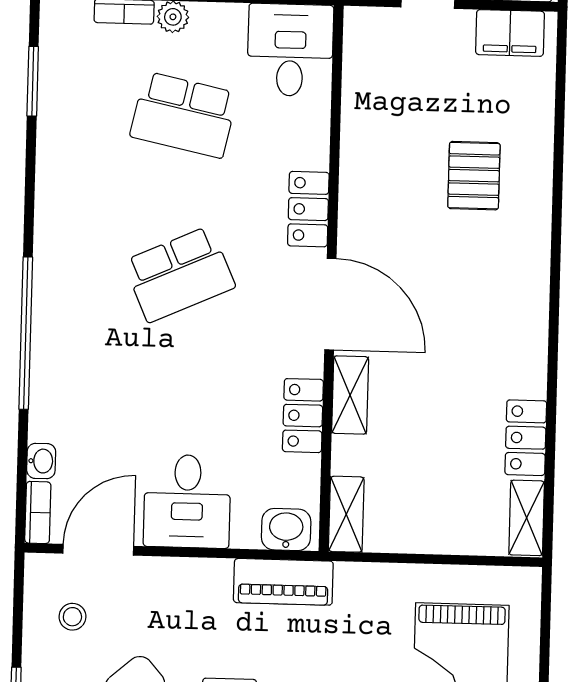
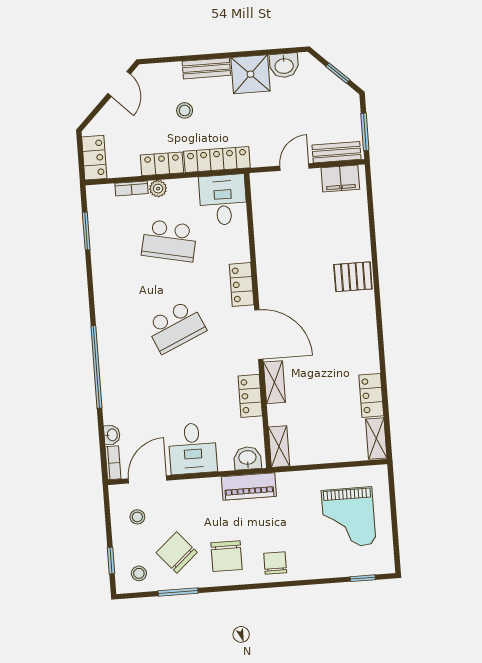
pallet: (474, 176) -> (353, 277), moved, turned 90

